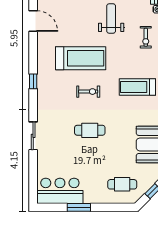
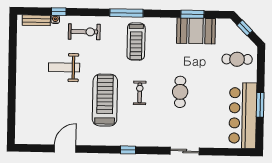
exercise bike: (146, 37) -> (84, 32), width x1.38, depth x1.39
cafe table: (122, 184) -> (237, 59), turned 90
bar counter: (60, 191) -> (243, 116), width x1.36

